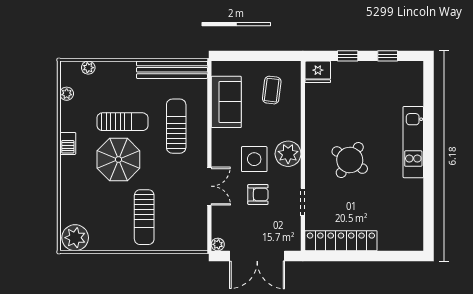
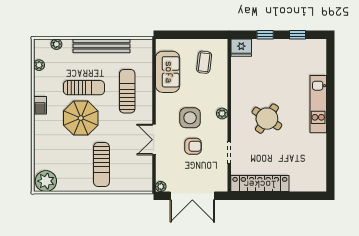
bench: (172, 70) -> (102, 46), moved
plant: (288, 154) -> (222, 114), width x0.53, depth x0.53
double door: (209, 186) -> (154, 140), swing flipped

